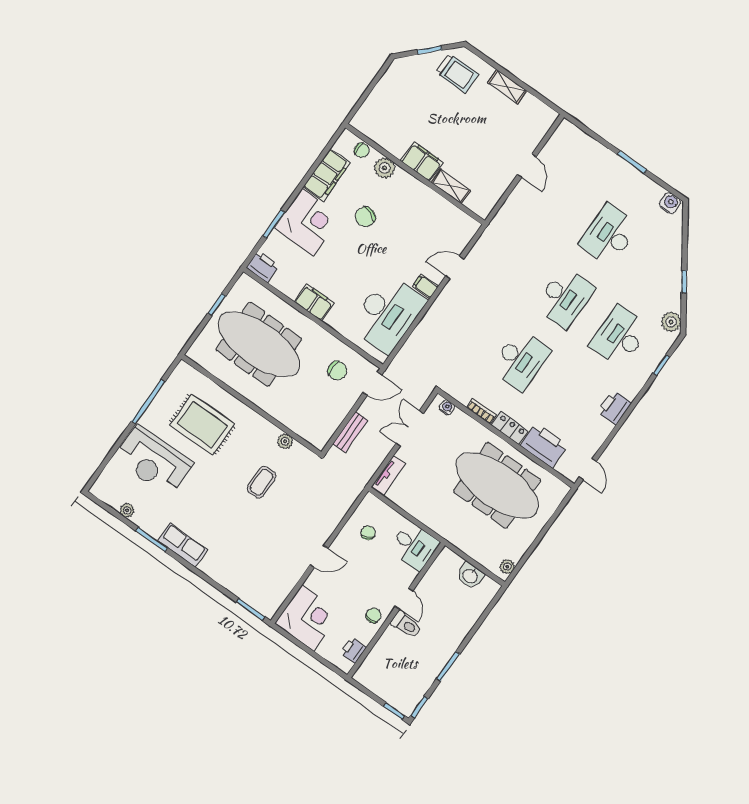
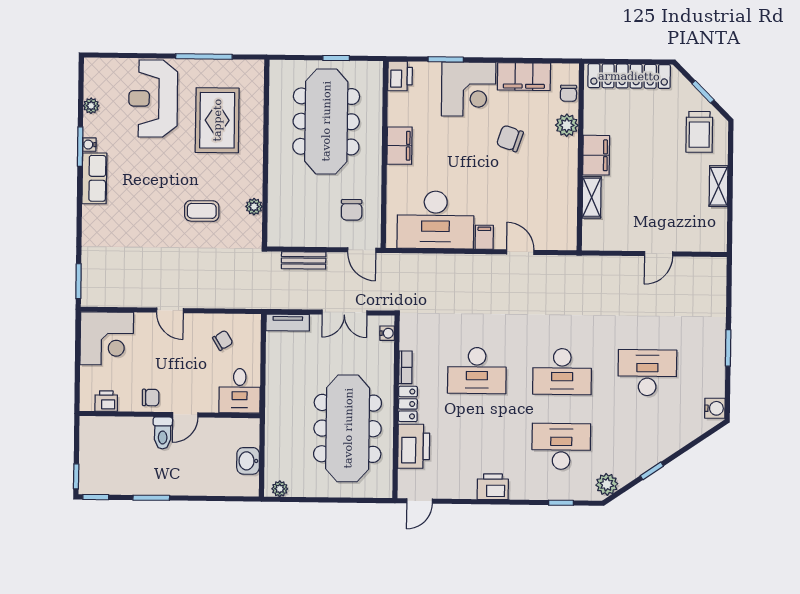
locker: (380, 97) -> (629, 76), added
double door: (410, 428) -> (344, 312), swing flipped
water cooler: (155, 532) -> (89, 145), added

